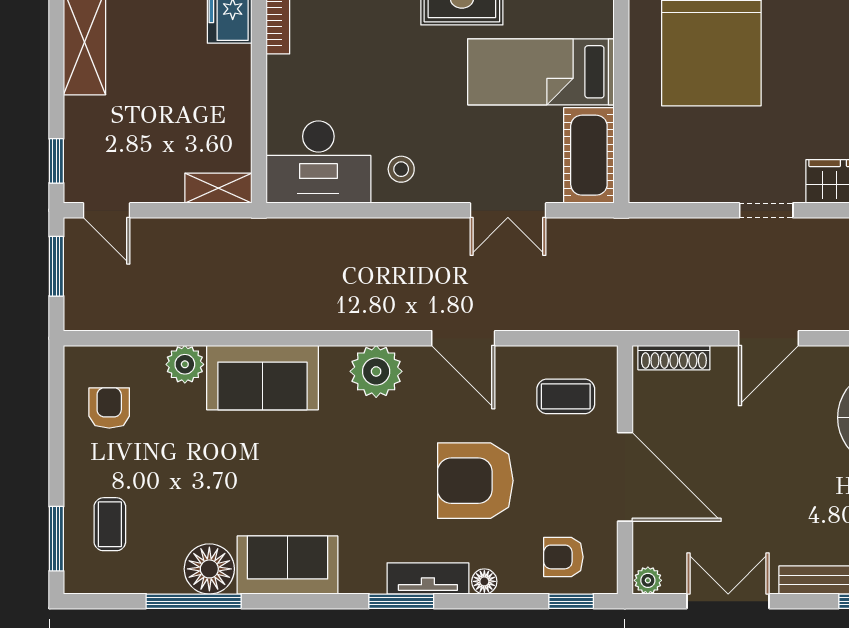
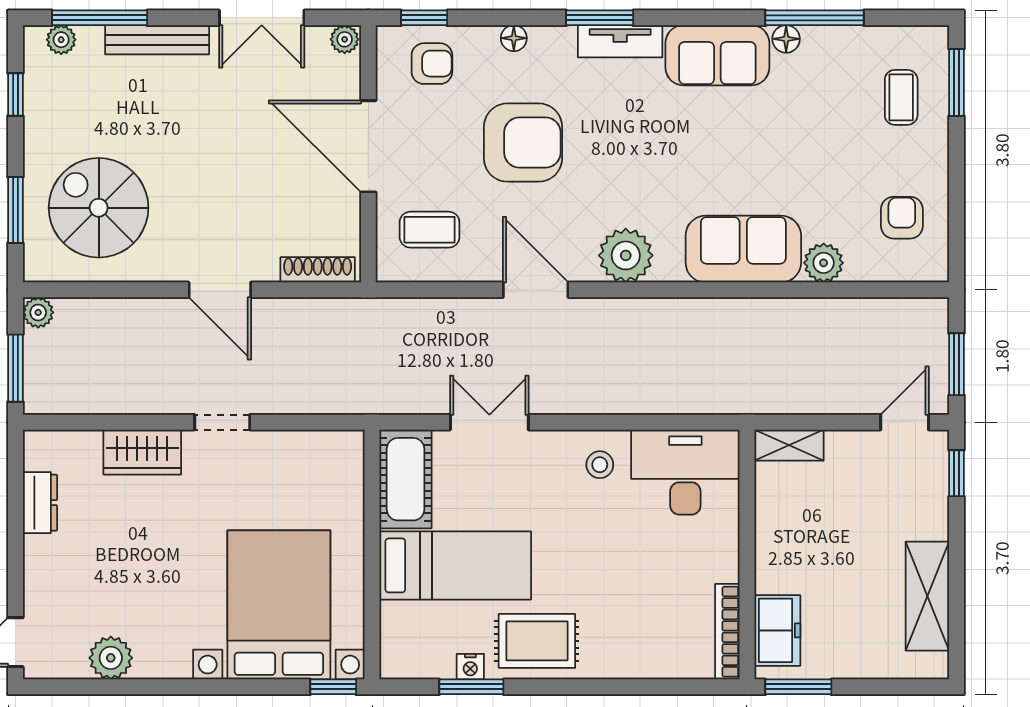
door: (107, 210) -> (905, 422), hinge flipped
door: (769, 338) -> (220, 290), swing flipped
armchair: (109, 408) -> (902, 218), turned 180
floor lamp: (209, 569) -> (786, 39), width x0.53, depth x0.53
tv unit: (428, 578) -> (620, 41), moved

